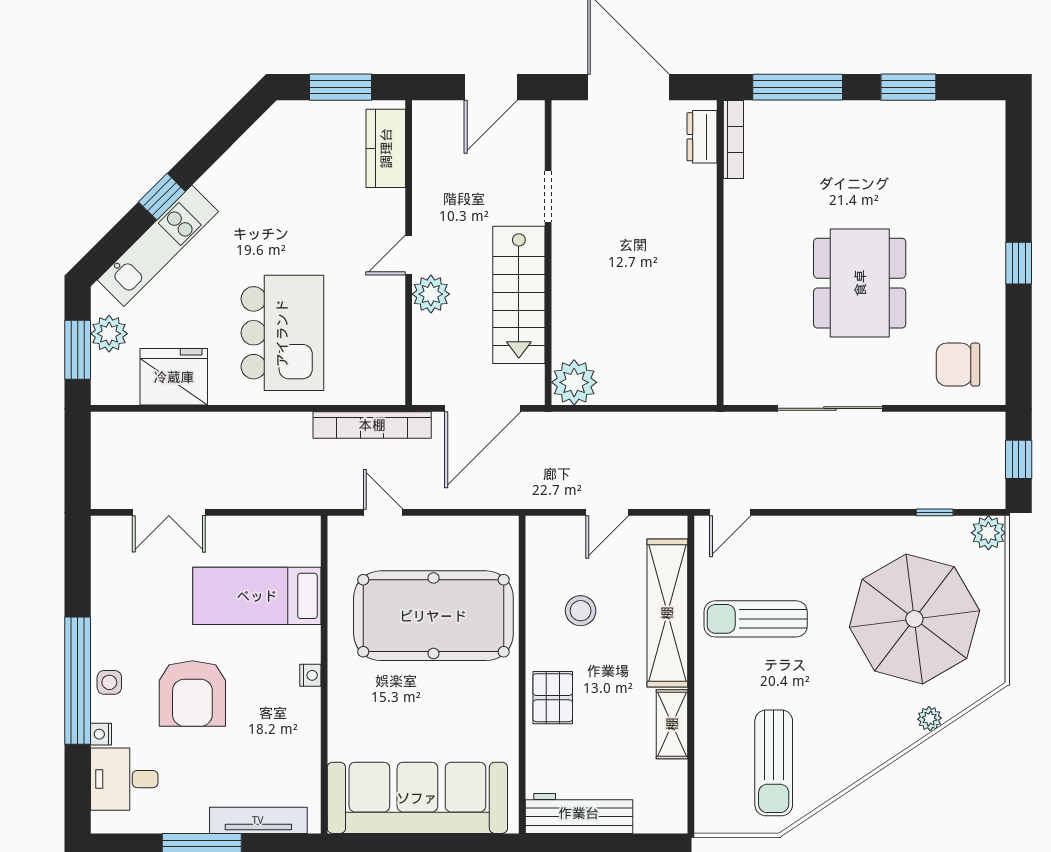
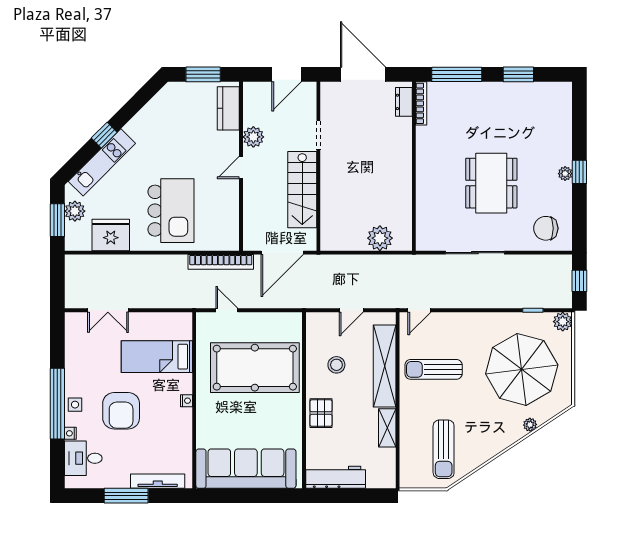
plant: (993, 266) -> (565, 174), added
plant: (431, 294) -> (253, 137), moved
plant: (574, 382) -> (380, 238), moved

